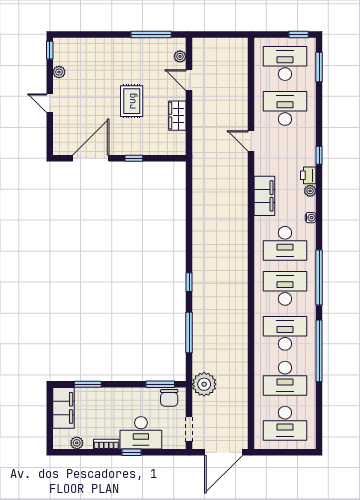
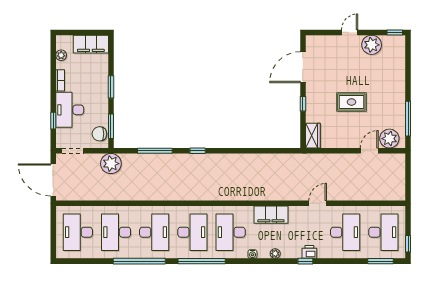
plant: (180, 56) -> (389, 139), width x1.88, depth x1.88
plant: (59, 72) -> (372, 45), width x1.88, depth x1.88
wardrobe: (177, 116) -> (313, 136), moved, turned 90
door: (91, 158) -> (303, 67), swing flipped
printer: (308, 175) -> (309, 252), moved
window: (88, 384) -> (111, 87), moved
window: (132, 452) -> (53, 121), moved

